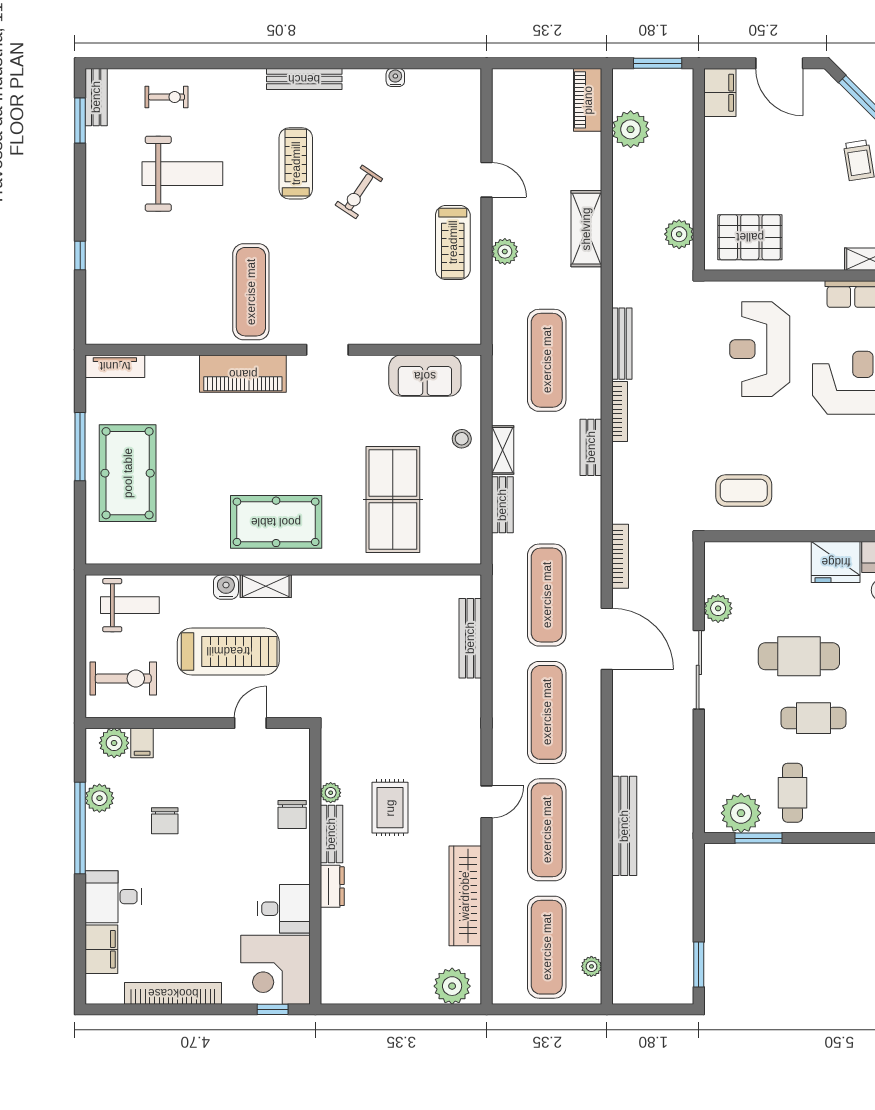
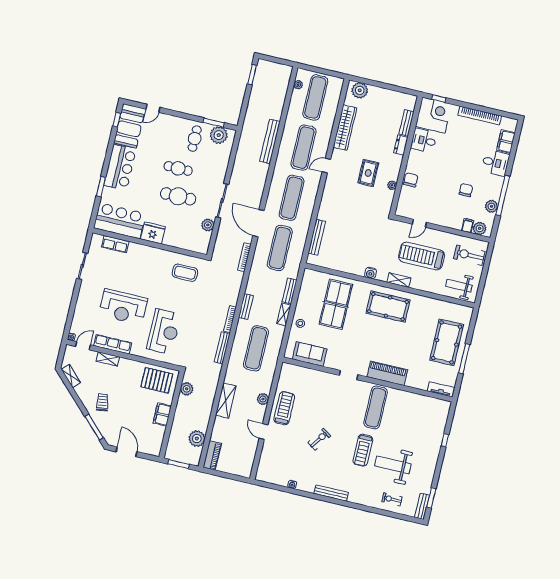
filing cabinet: (720, 93) -> (162, 414), moved
treadmill: (296, 163) -> (363, 450), moved
water cooler: (226, 587) -> (371, 273), moved
bench: (331, 834) -> (406, 123), moved

